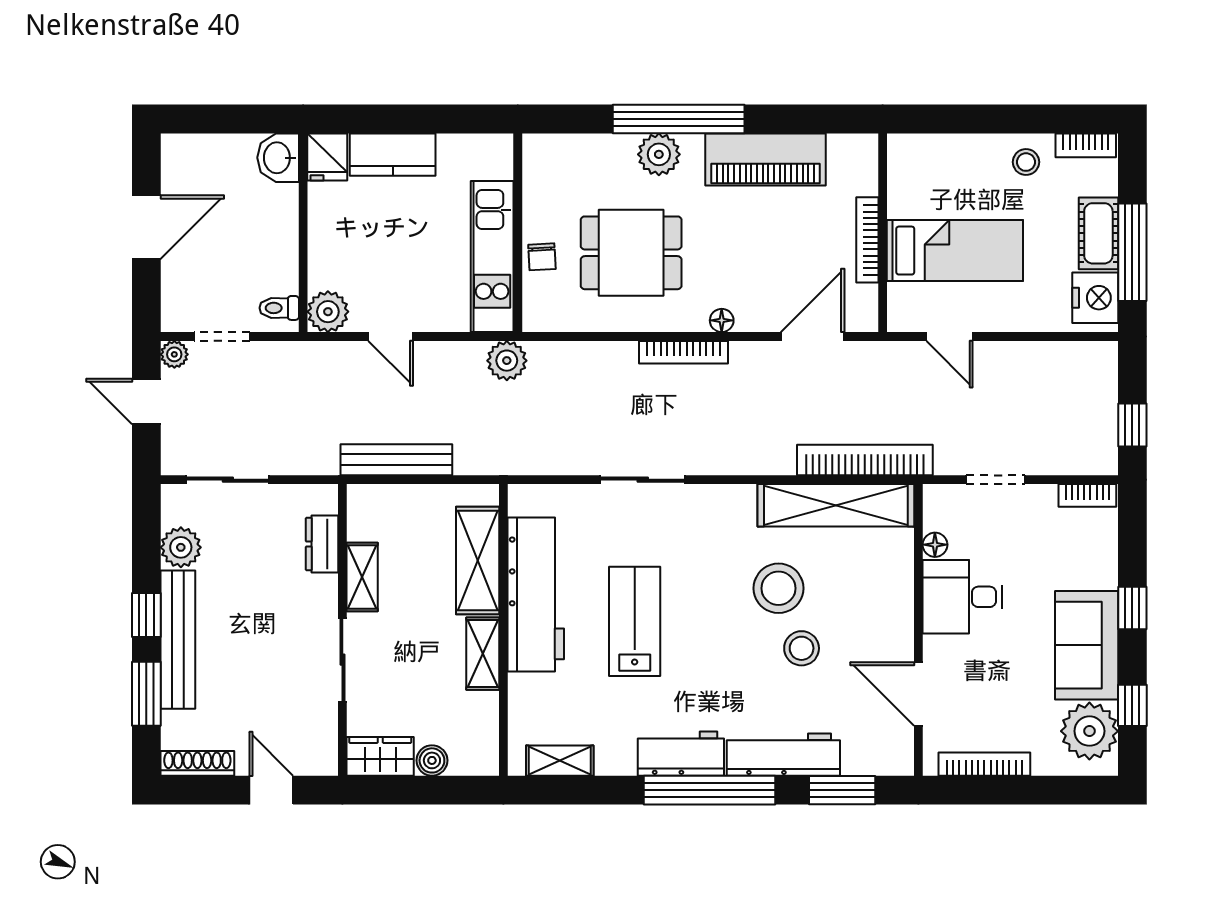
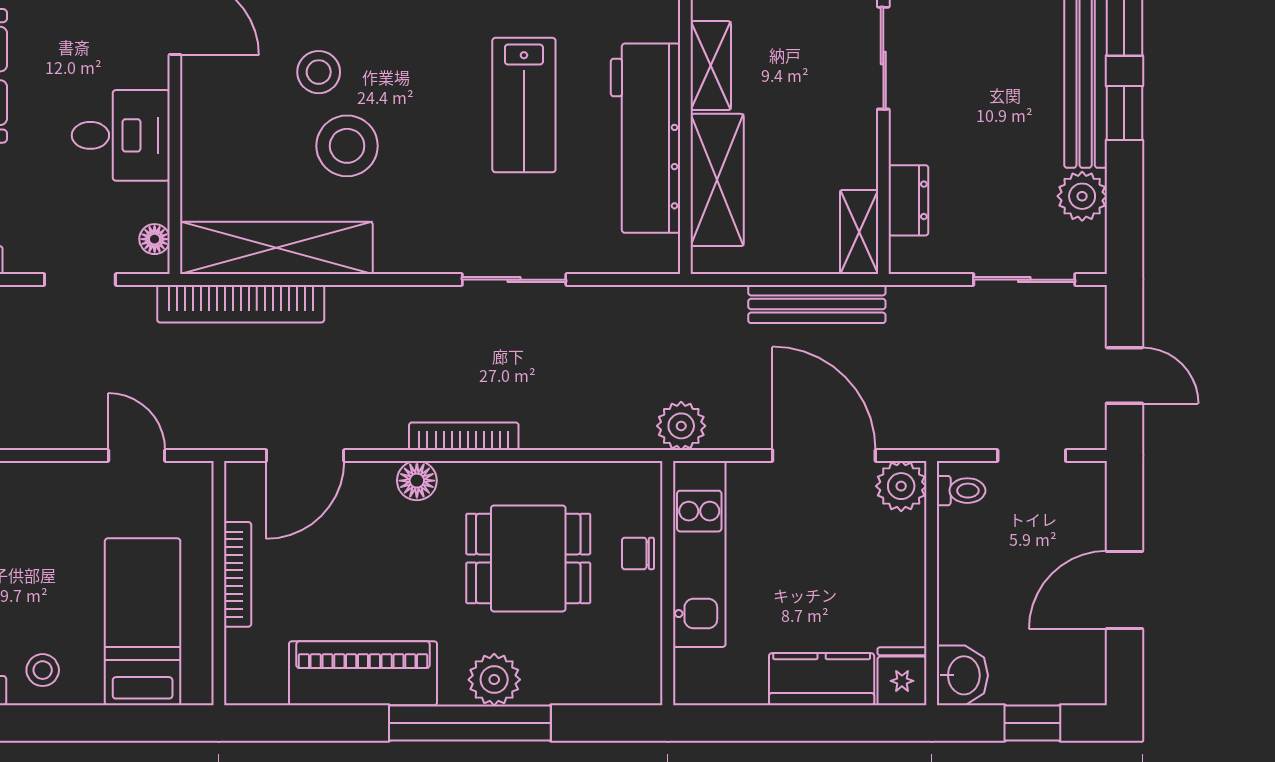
window: (221, 119) -> (1032, 723), added
bed: (955, 251) -> (143, 622), moved, turned 90
chair: (542, 257) -> (638, 553), turned -87
floor lamp: (722, 320) -> (417, 481), width x1.37, depth x1.37
door: (391, 337) -> (824, 455), width x1.87
plant: (174, 354) -> (1090, 434), removed
floor lamp: (935, 545) -> (155, 239), moved
shelving: (362, 577) -> (859, 232), moved

